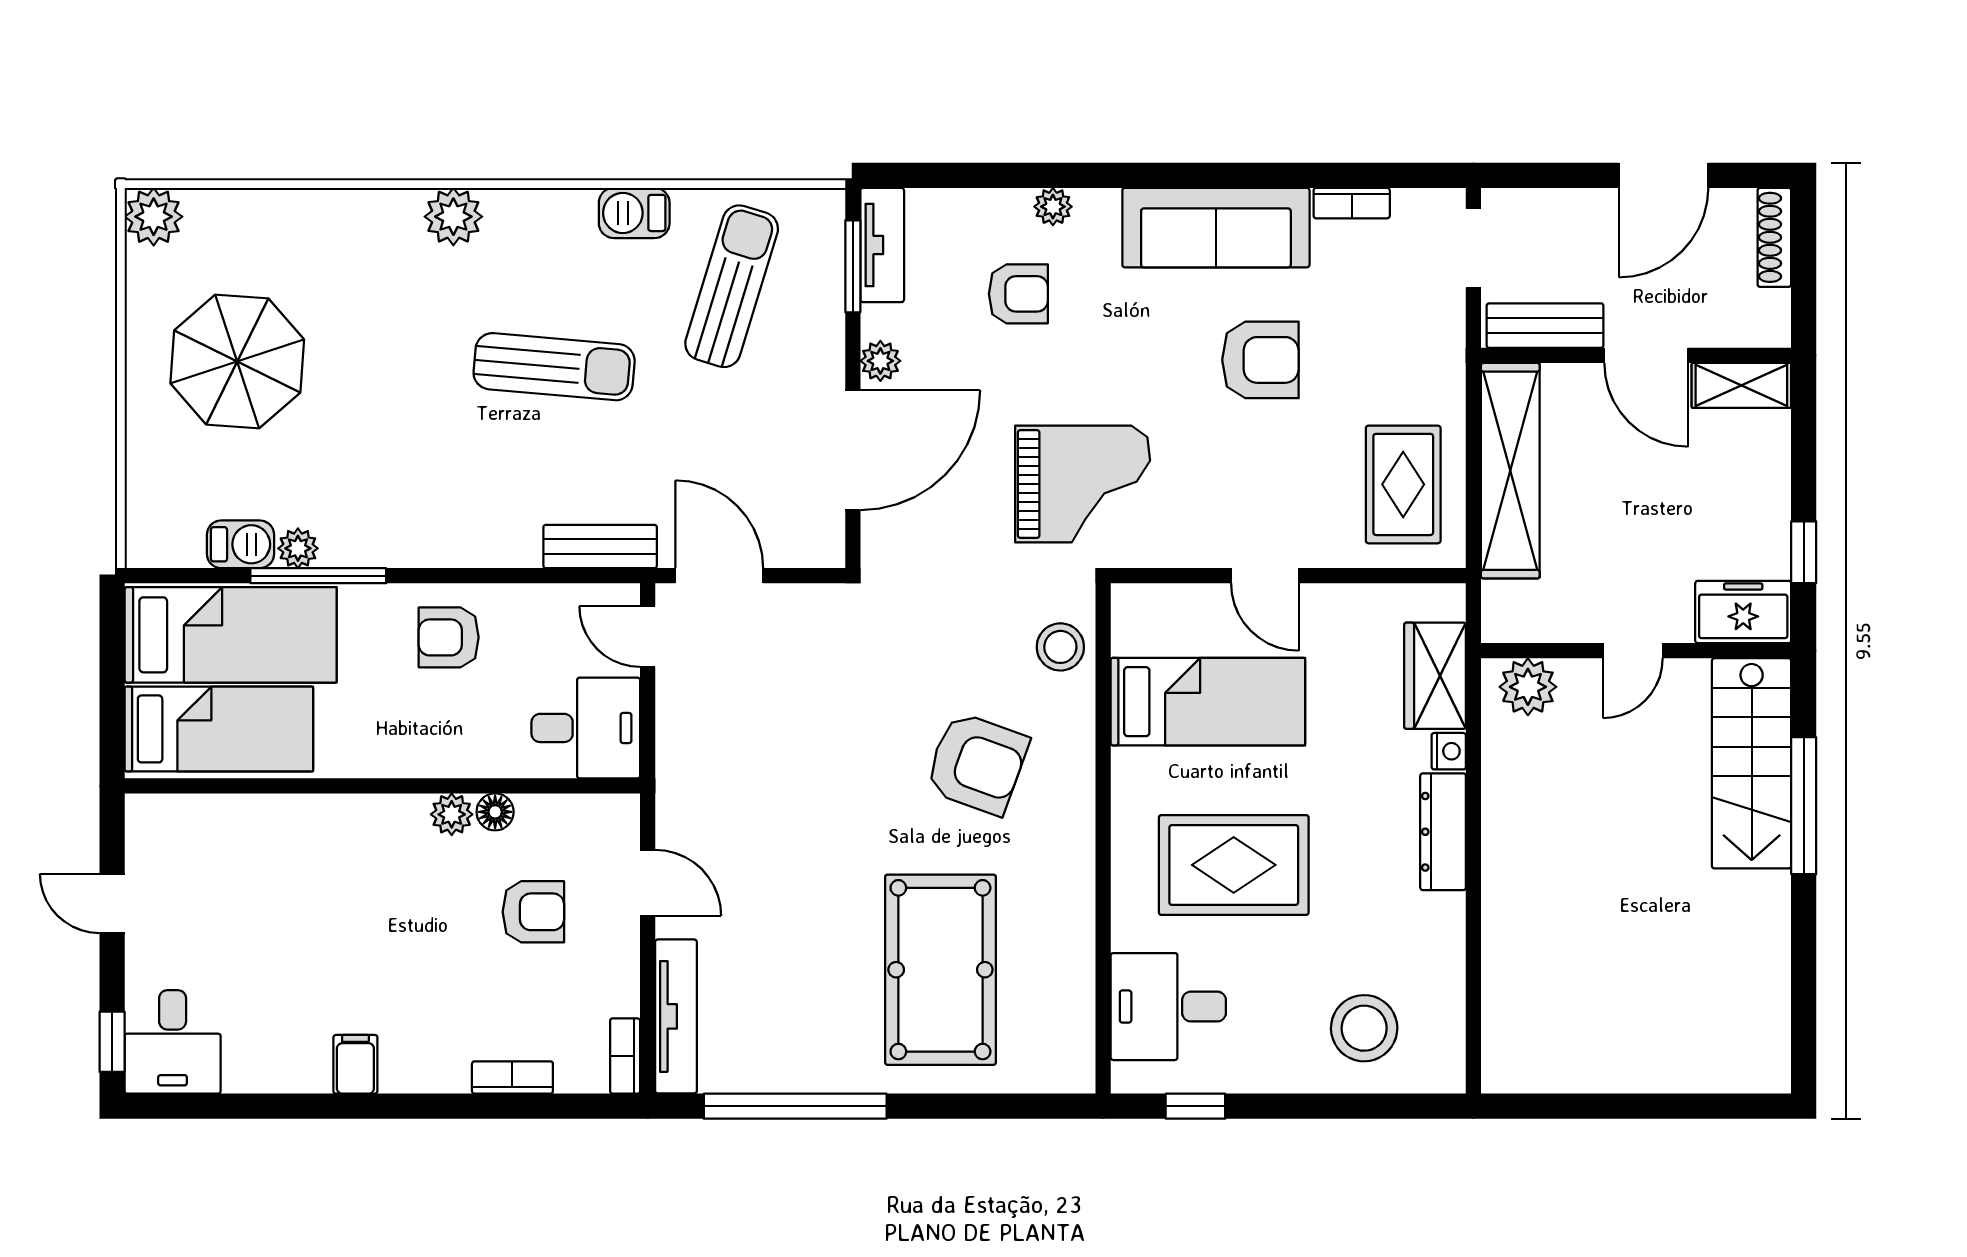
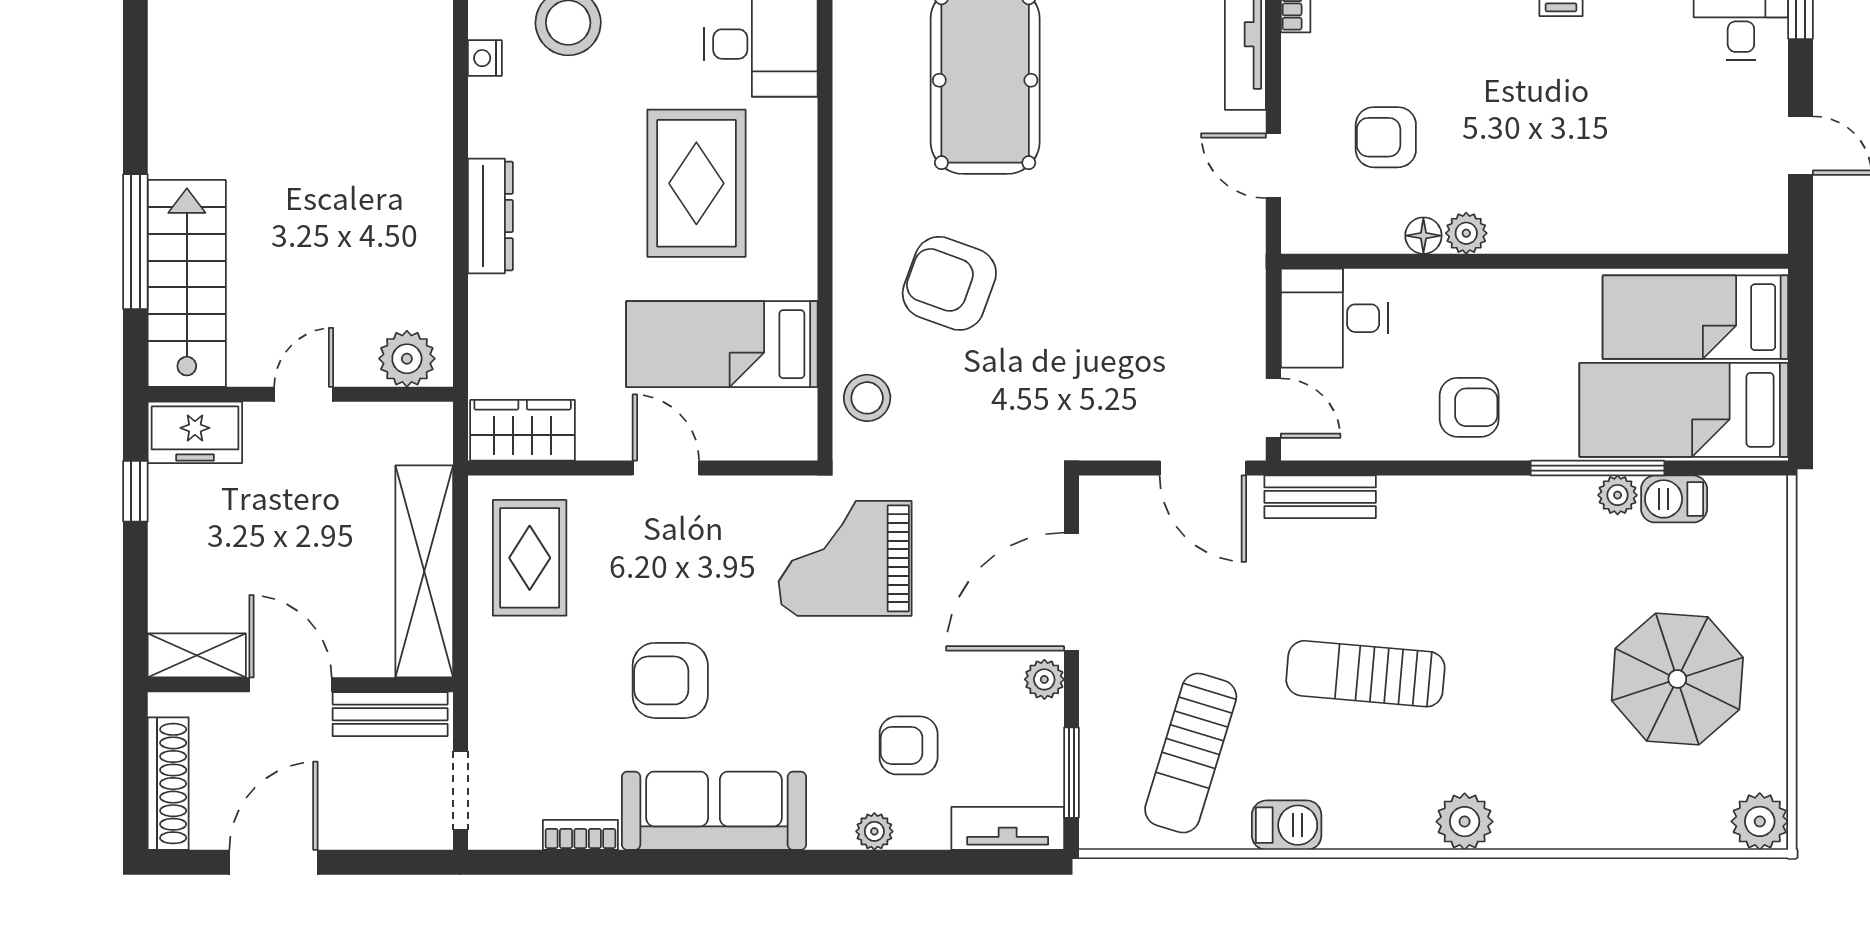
shoe rack: (1774, 237) -> (168, 784), width x1.36, depth x1.24
tv unit: (882, 245) -> (1008, 828), moved, turned 90
wardrobe: (1435, 676) -> (523, 430), moved, turned -90
nightstand: (1449, 751) -> (485, 58), moved
rug: (1234, 865) -> (696, 183), turned 90

